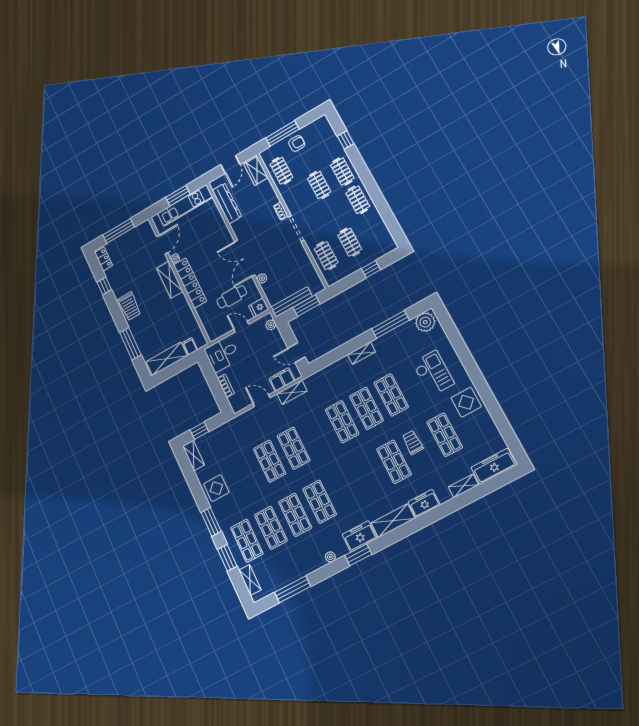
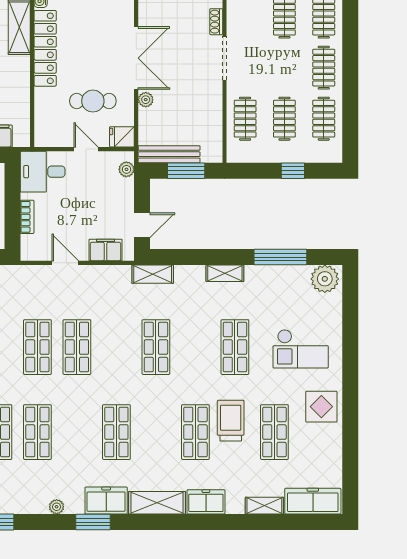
clothes rail: (373, 229) -> (324, 119), added
double door: (245, 258) -> (136, 58), swing flipped
door: (296, 352) -> (142, 225), swing flipped
checkout: (433, 373) -> (301, 349), turned 90
shelving: (292, 392) -> (153, 274), moved
shop shelf: (367, 408) -> (195, 347), removed
trolley: (413, 442) -> (231, 421), width x1.36, depth x1.39
shop shelf: (320, 502) -> (116, 432), moved

